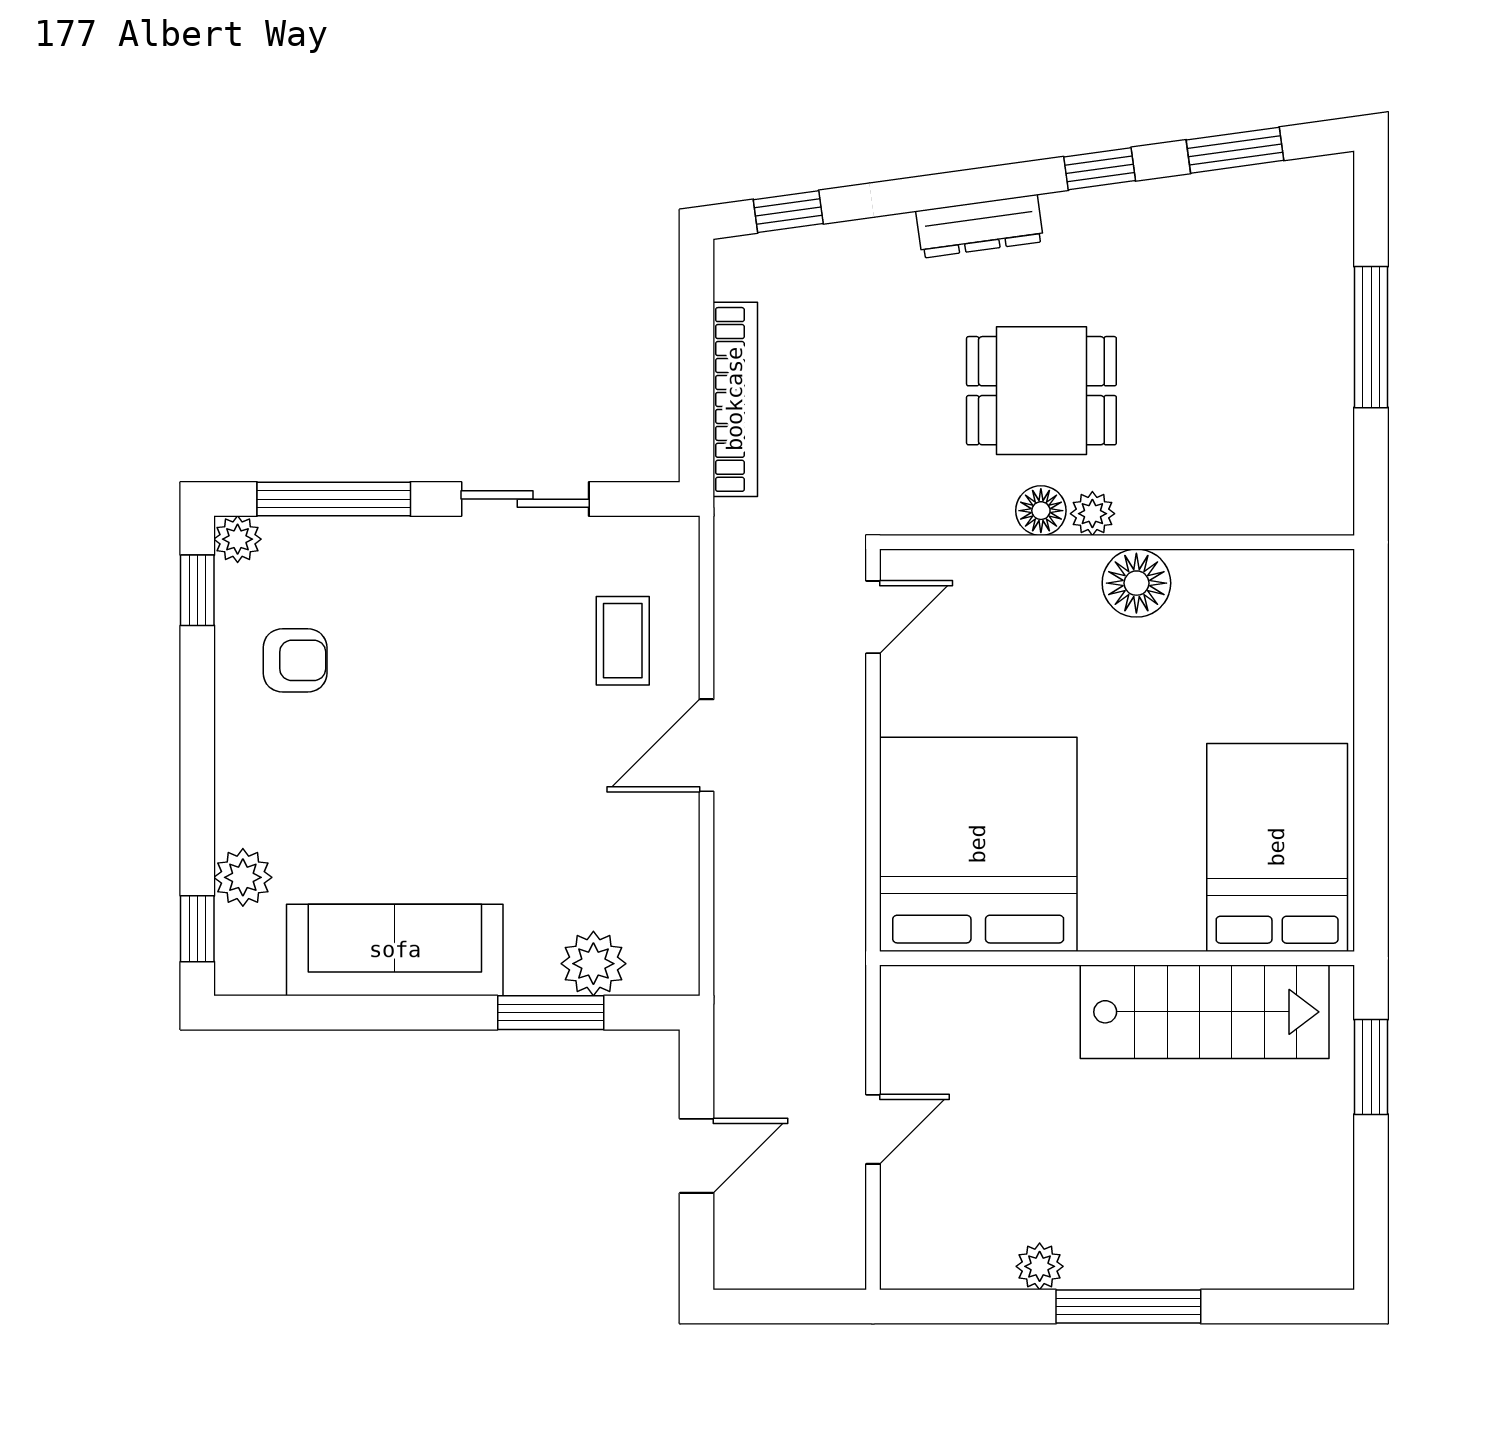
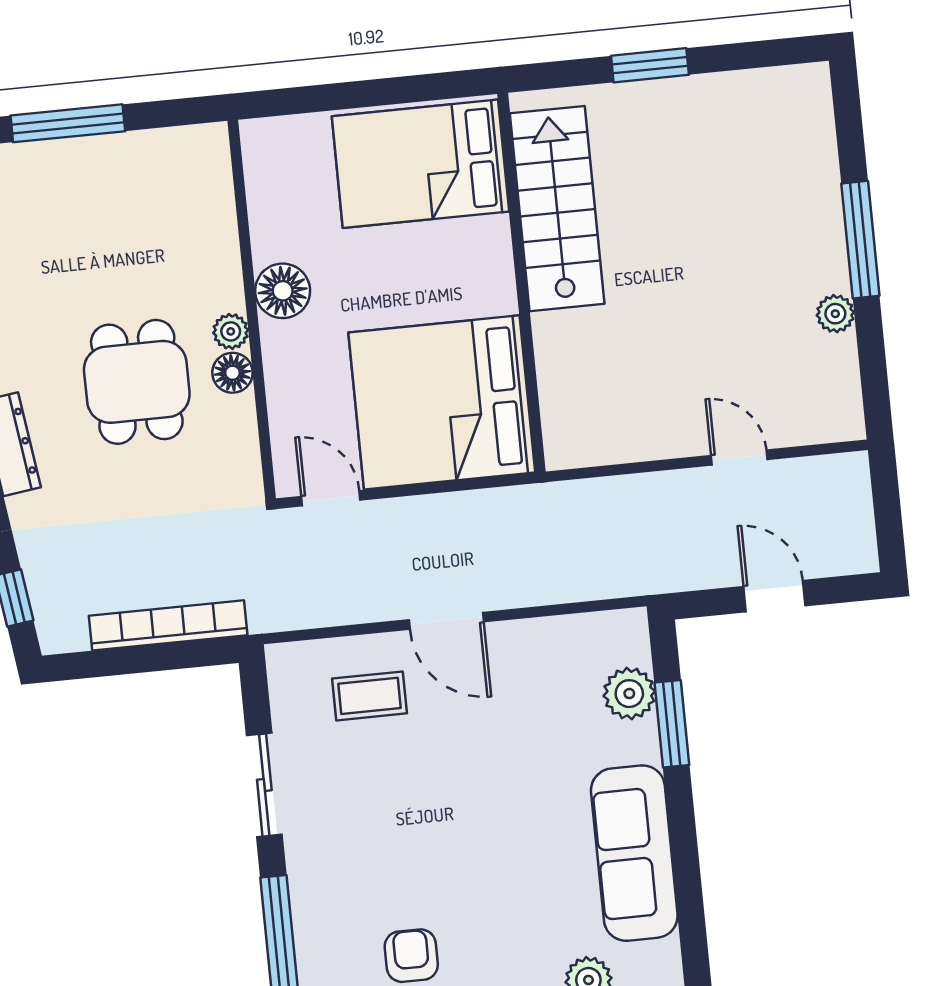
bed: (978, 844) -> (442, 402), moved
bed: (1277, 847) -> (420, 164), moved
wall: (1117, 958) -> (521, 283), moved
stairs: (1205, 1012) -> (557, 209), moved

